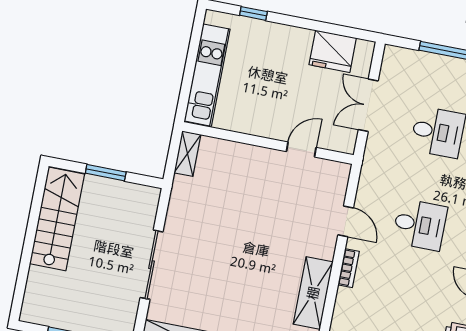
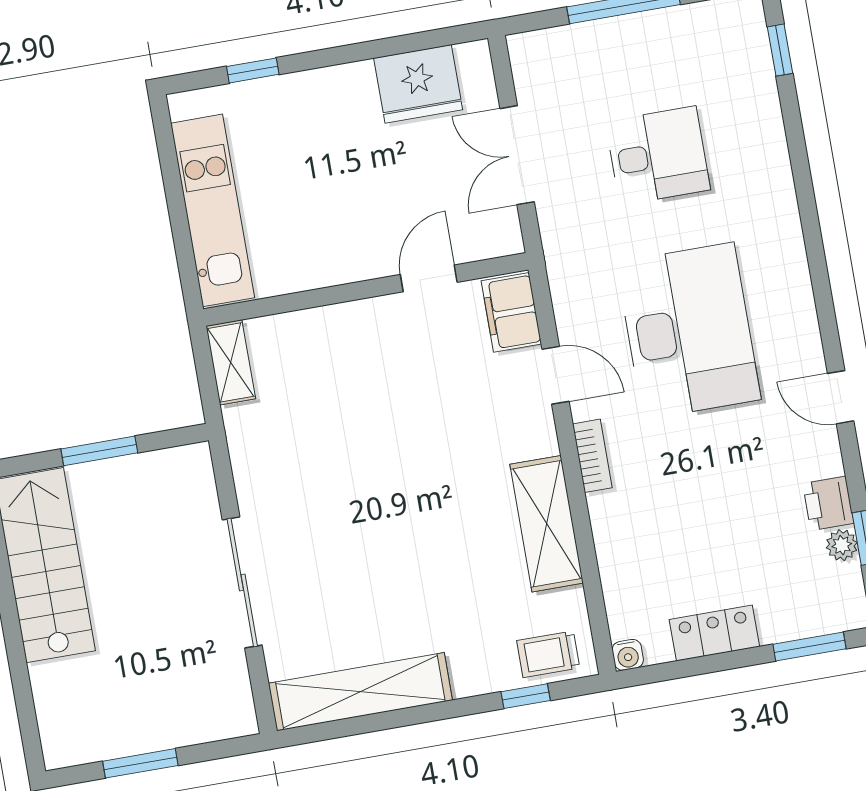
filing cabinet: (336, 182) -> (511, 312), added
desk: (420, 225) -> (688, 331), width x1.87, depth x1.30

